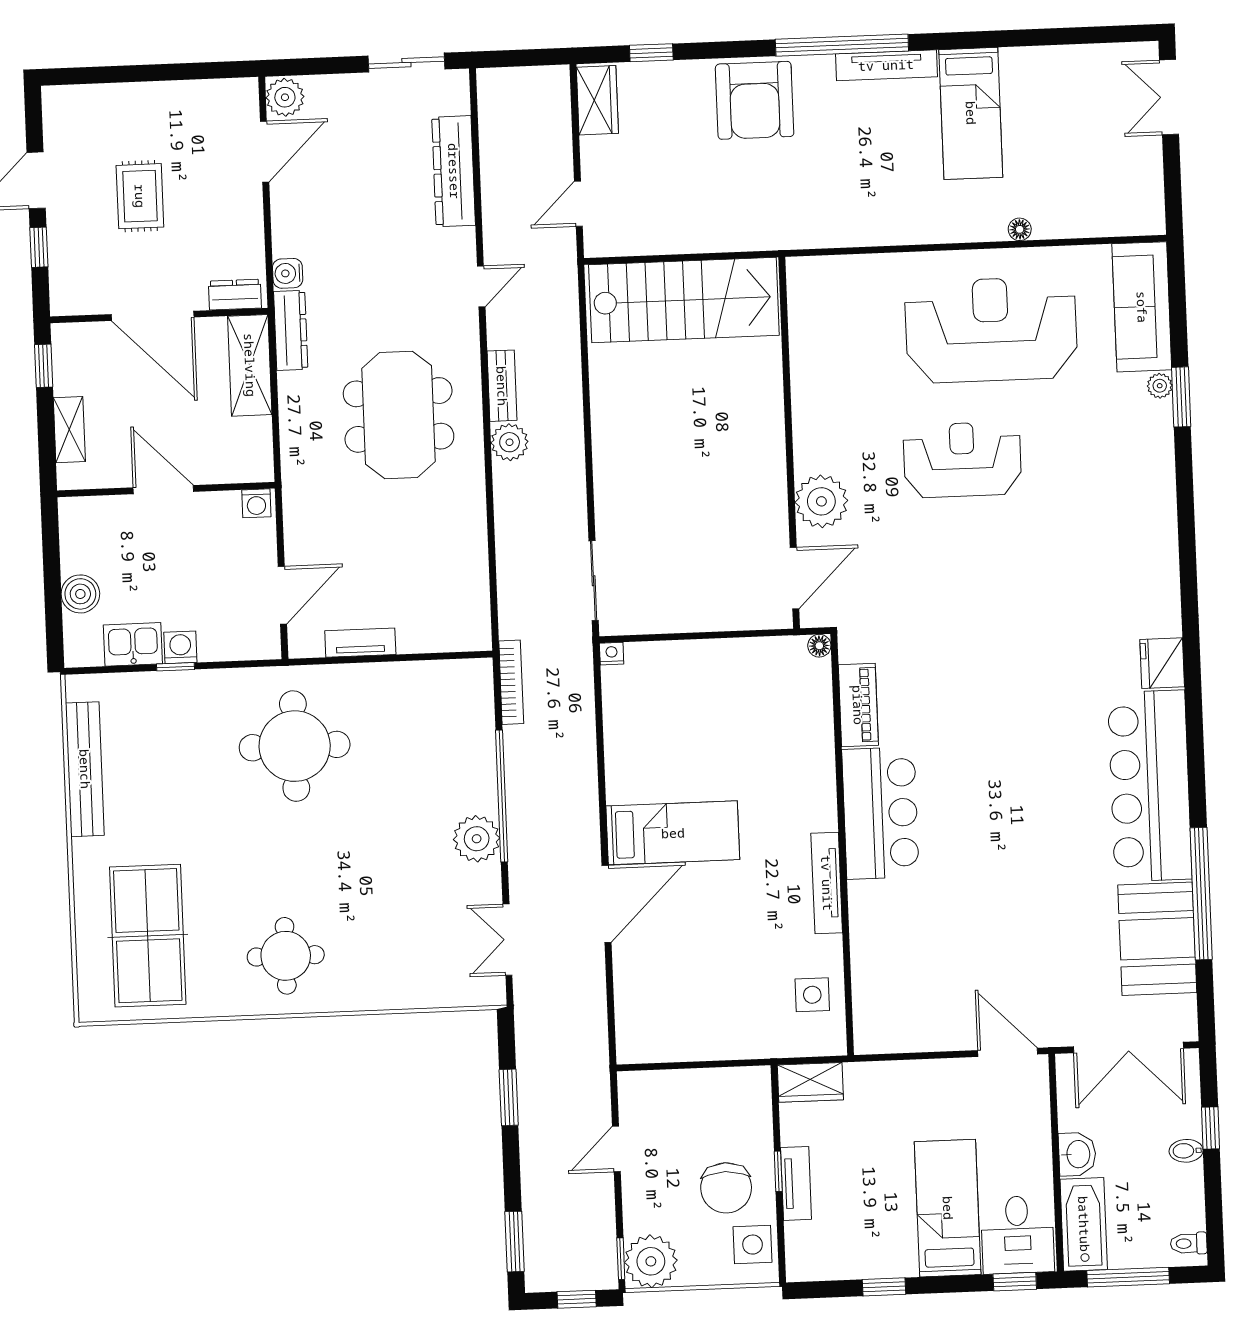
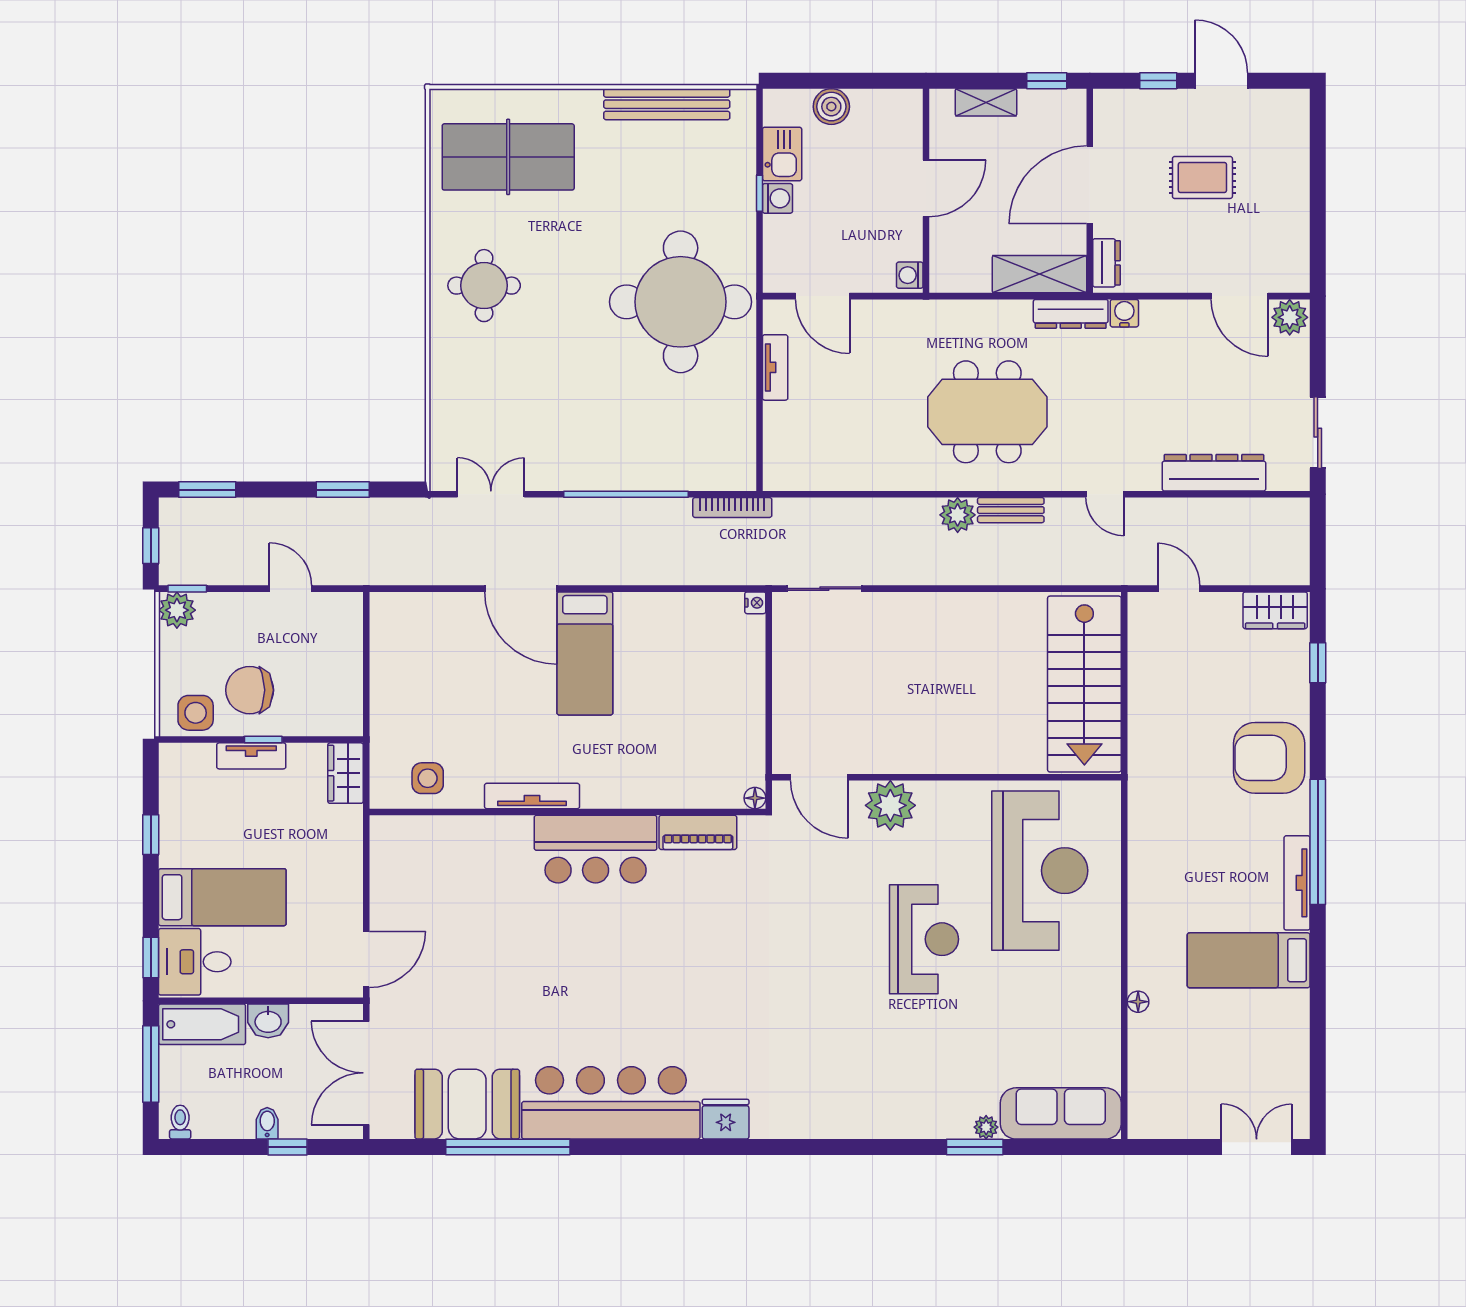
reception desk: (991, 330) -> (1040, 871), moved
round table: (295, 746) -> (681, 302), width x1.36, depth x1.36
plant: (477, 839) -> (587, 469), removed
plant: (651, 1261) -> (177, 610), width x0.73, depth x0.73

